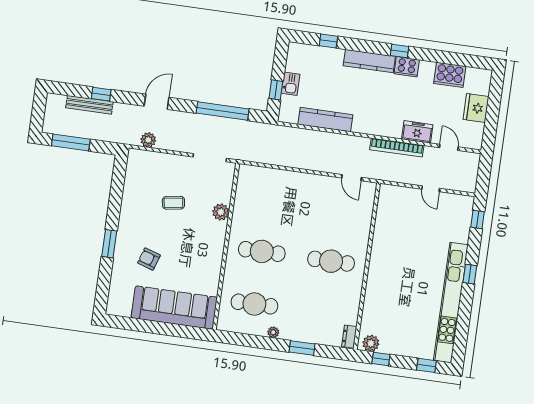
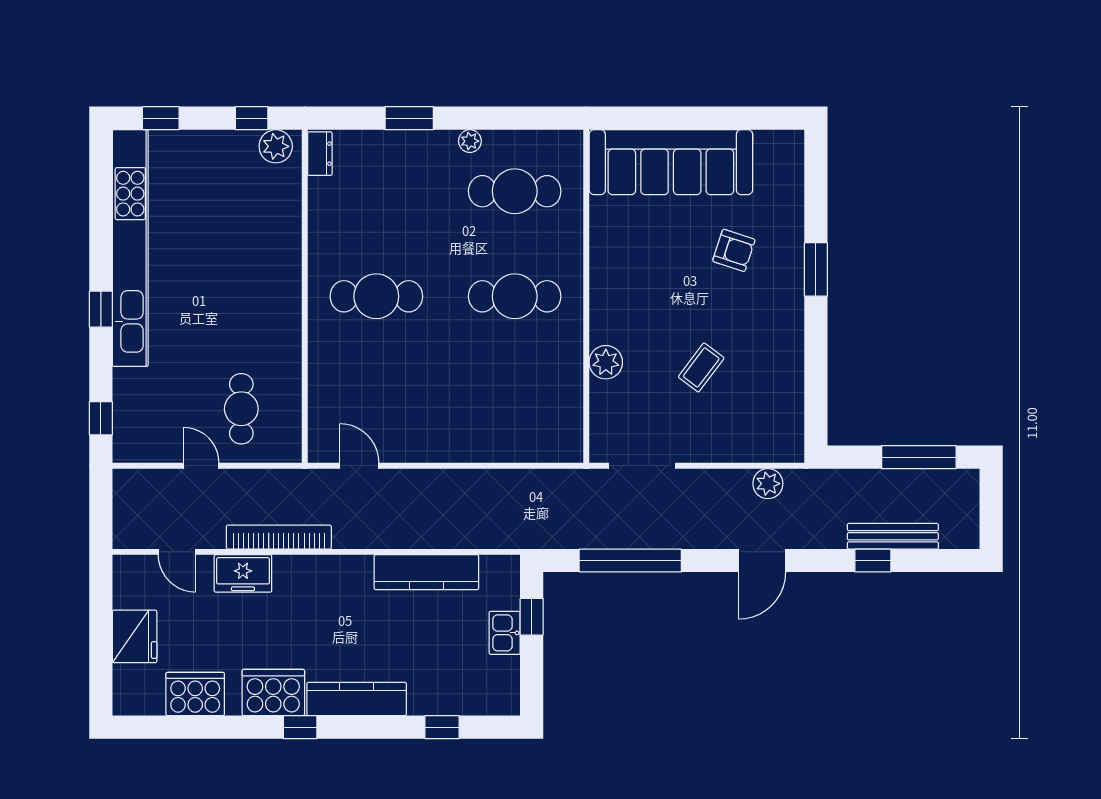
cooker: (407, 67) -> (273, 693), width x1.37, depth x1.31
coffee table: (173, 203) -> (701, 367), turned -44
cafe table: (407, 214) -> (241, 409), added

